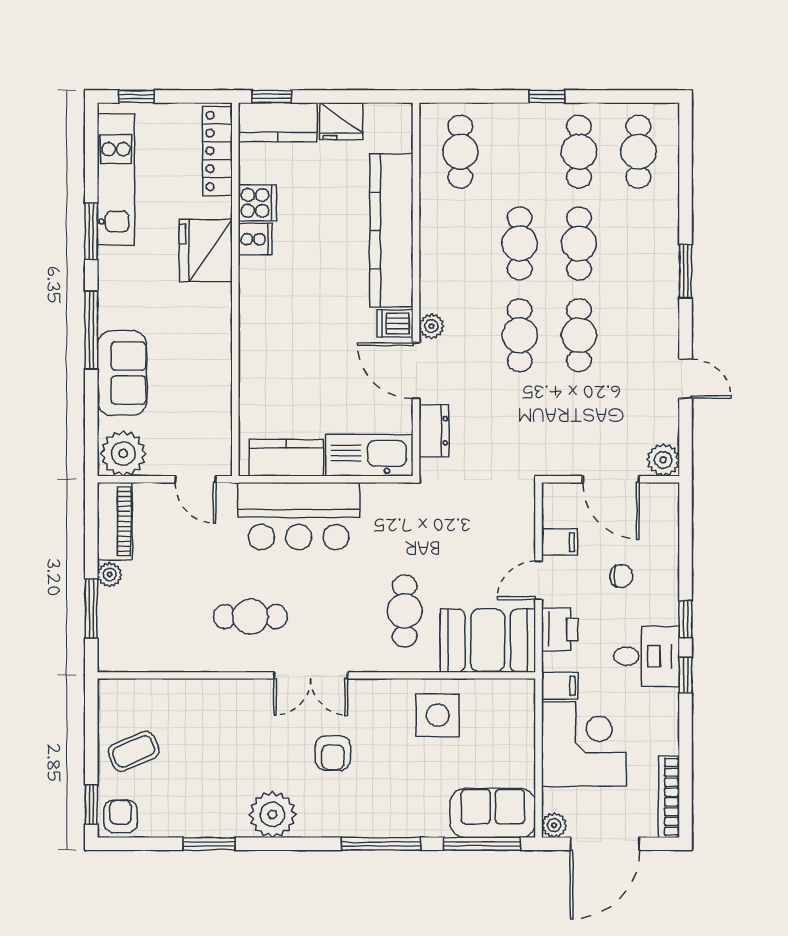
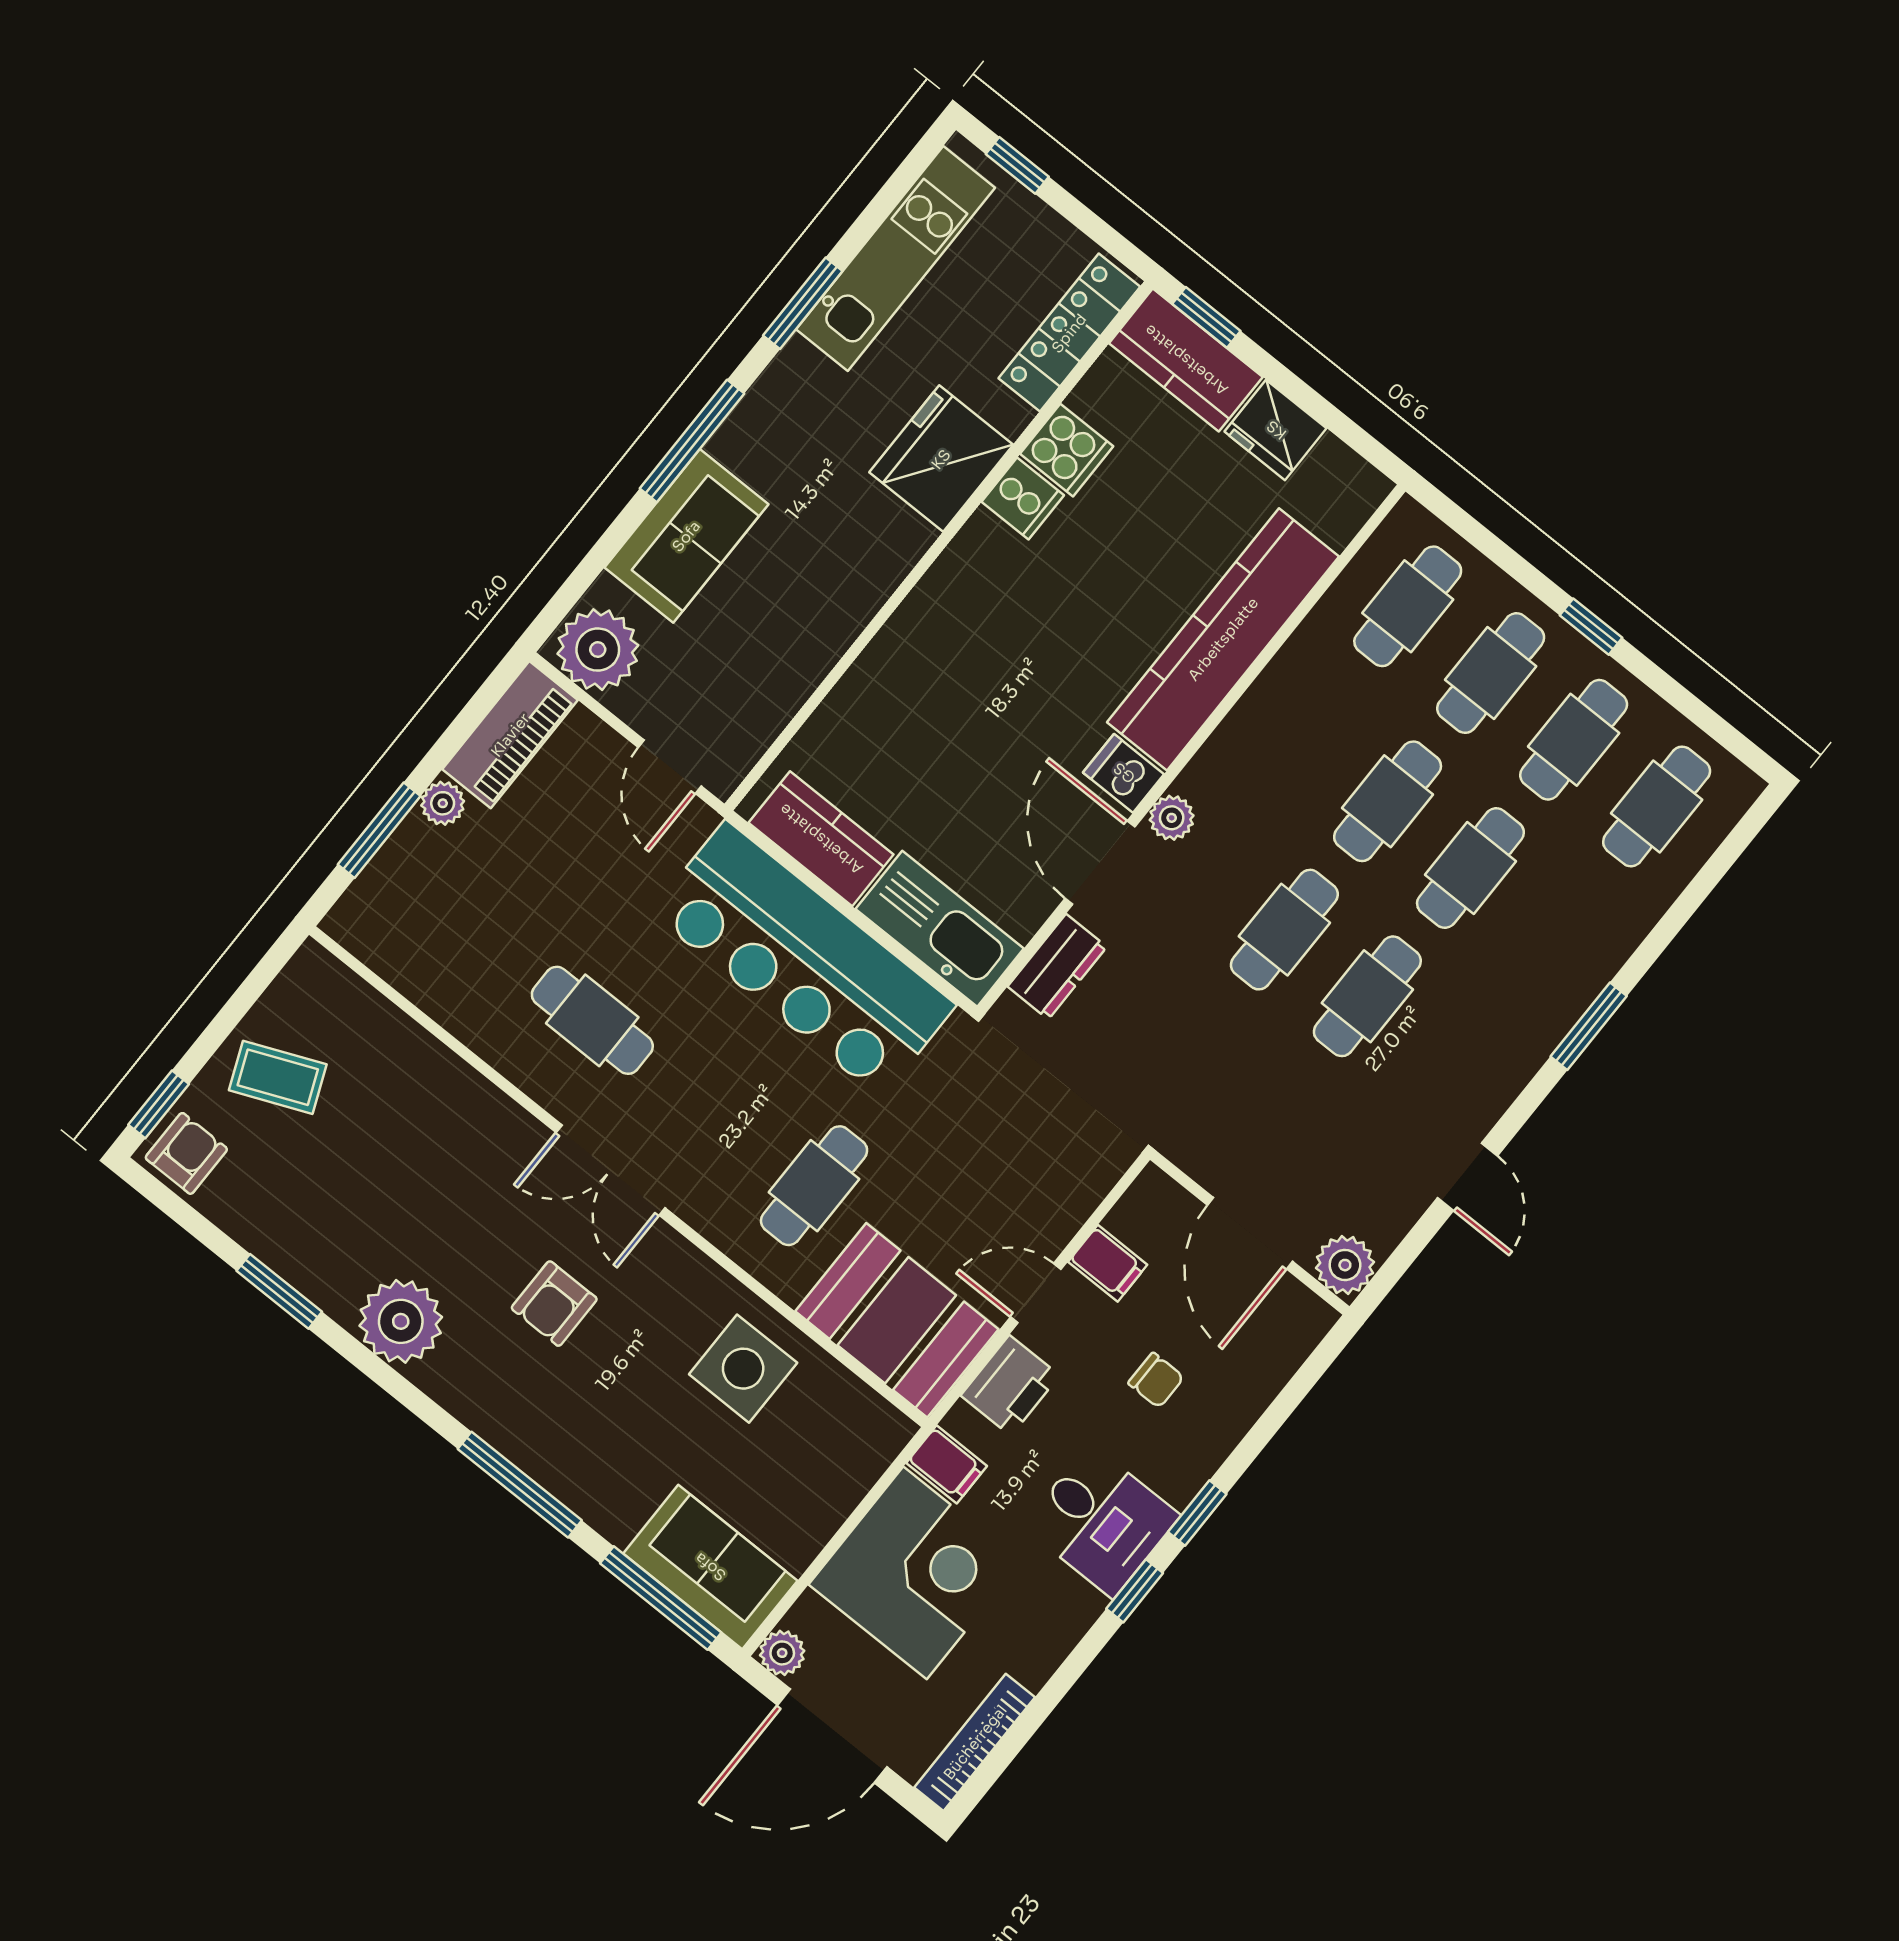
cafe table: (520, 152) -> (1491, 673), added
bar counter: (299, 516) -> (803, 959), width x1.36

